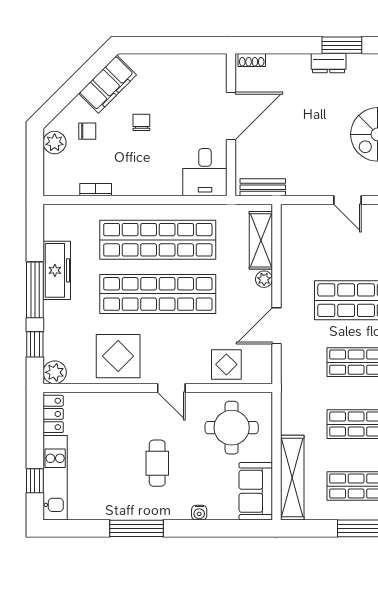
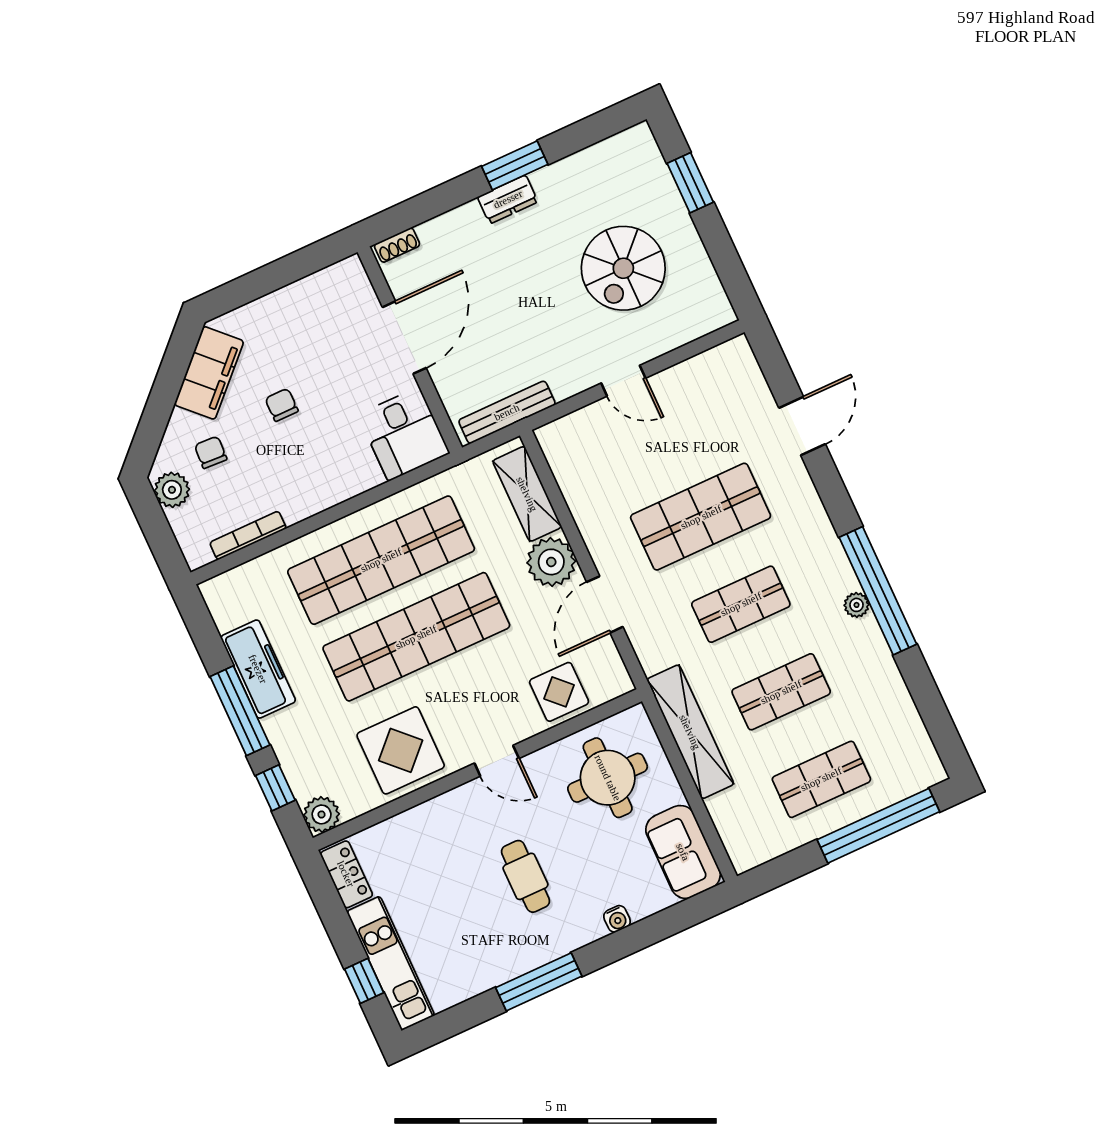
chair: (87, 131) -> (211, 452), turned -87
bench: (263, 187) -> (507, 412), width x1.36
bookcase: (96, 190) -> (248, 535), width x1.56
plant: (264, 279) -> (551, 562), width x1.88, depth x1.88
shelving: (292, 478) -> (690, 732), moved

